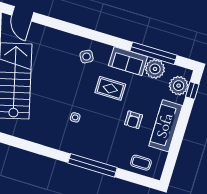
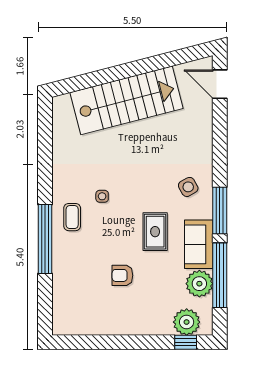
door: (23, 14) -> (220, 84), hinge flipped
window: (109, 40) -> (220, 210), added
sofa: (166, 126) -> (128, 321), removed
coffee table: (141, 163) -> (72, 217), moved

